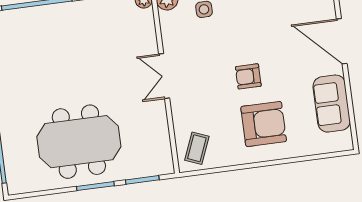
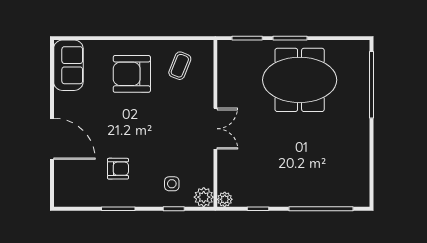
armchair: (248, 76) -> (118, 169), moved
sofa: (332, 104) -> (68, 65), moved
coffee table: (197, 148) -> (180, 66), moved

